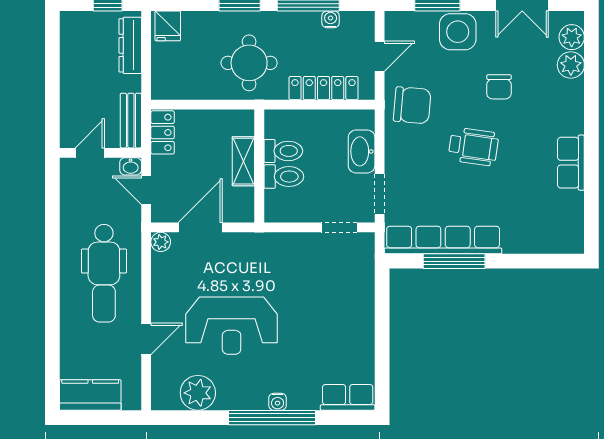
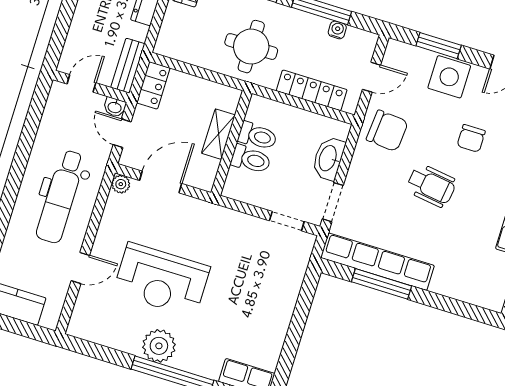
plant: (198, 393) -> (159, 346), moved
water cooler: (278, 402) -> (182, 362), removed

